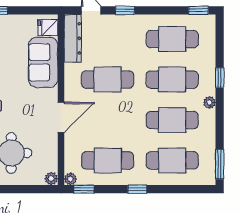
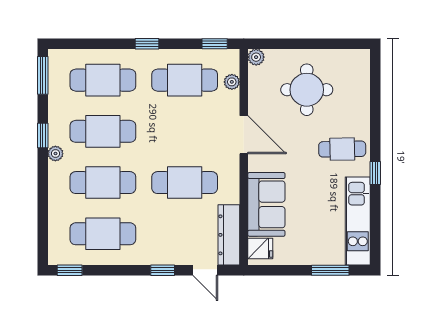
window: (220, 78) -> (43, 136), moved
door: (61, 117) -> (244, 135), swing flipped
plant: (70, 179) -> (232, 82), moved

